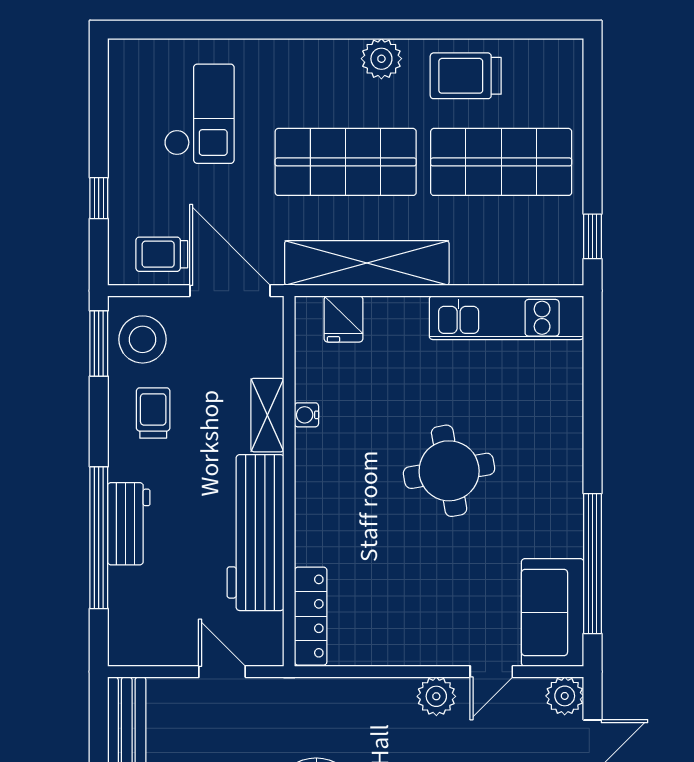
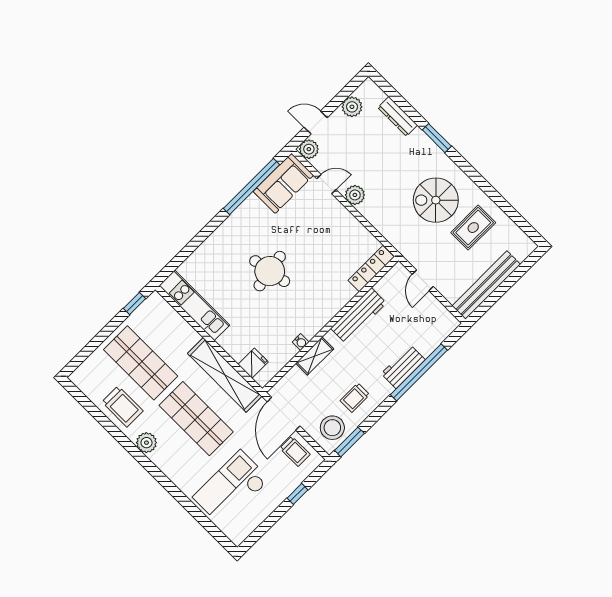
checkout: (199, 114) -> (231, 488), width x1.36, depth x1.21
workbench: (255, 533) -> (359, 316), width x0.73, depth x0.76

